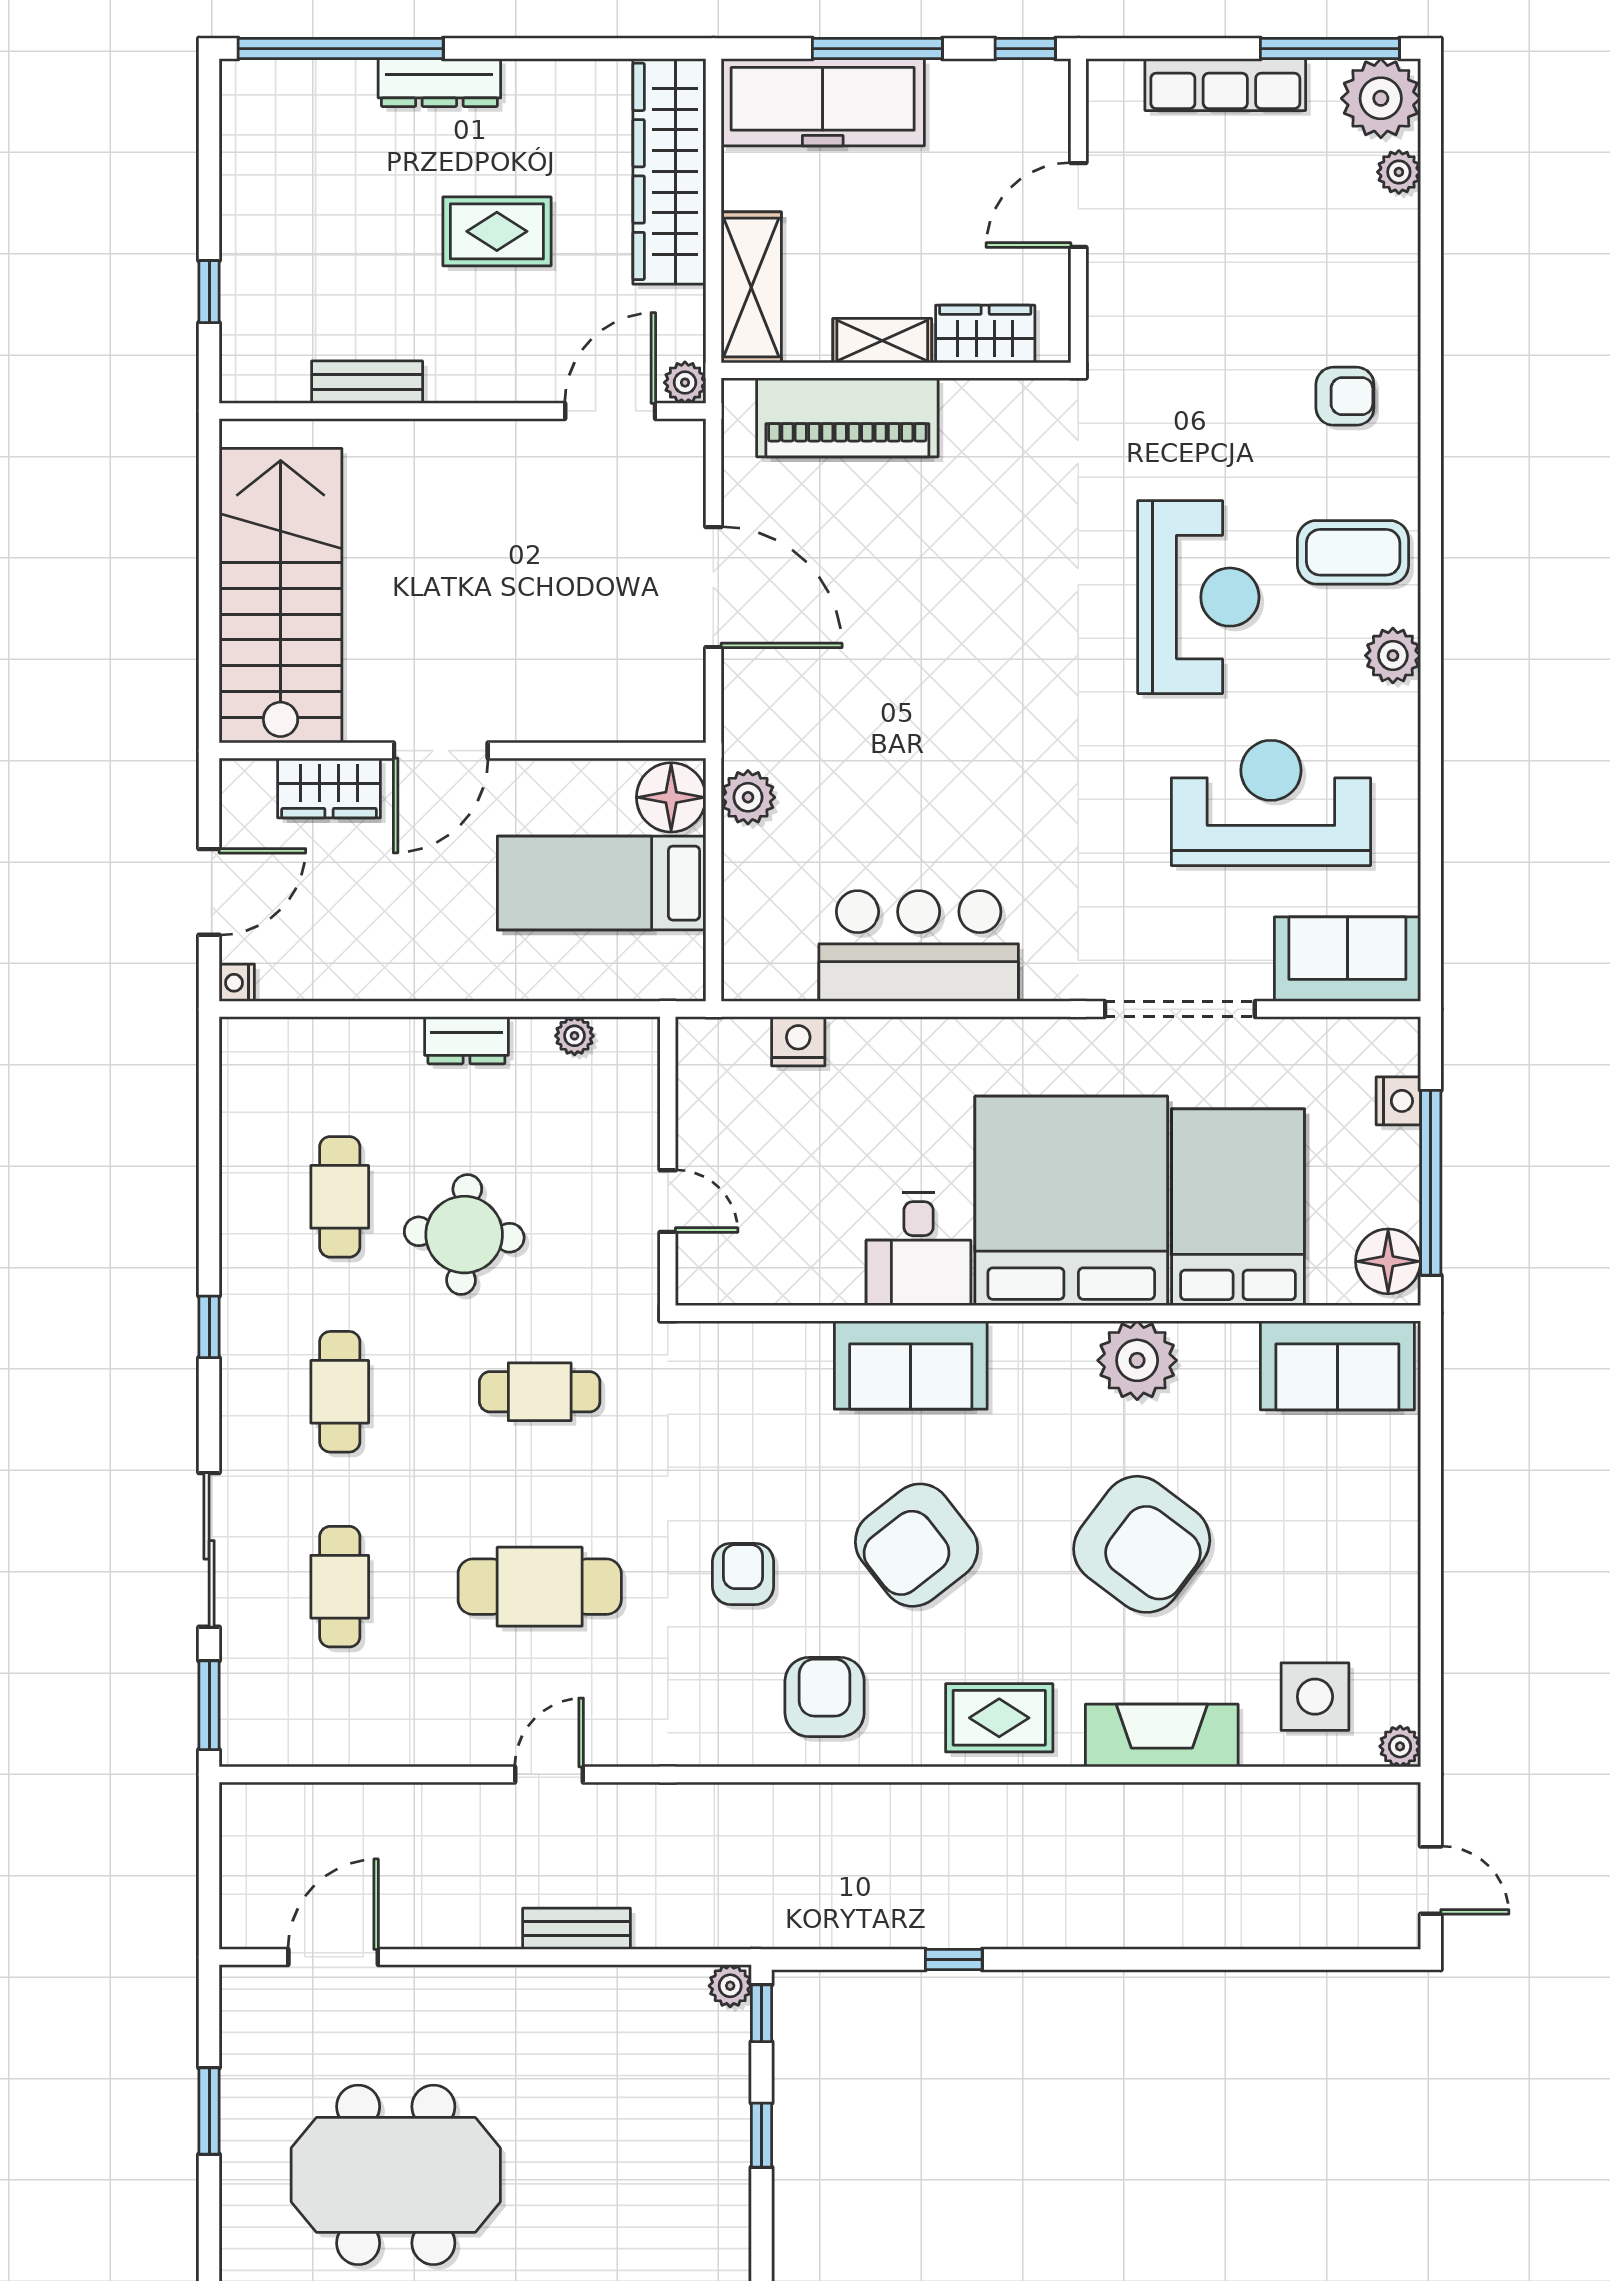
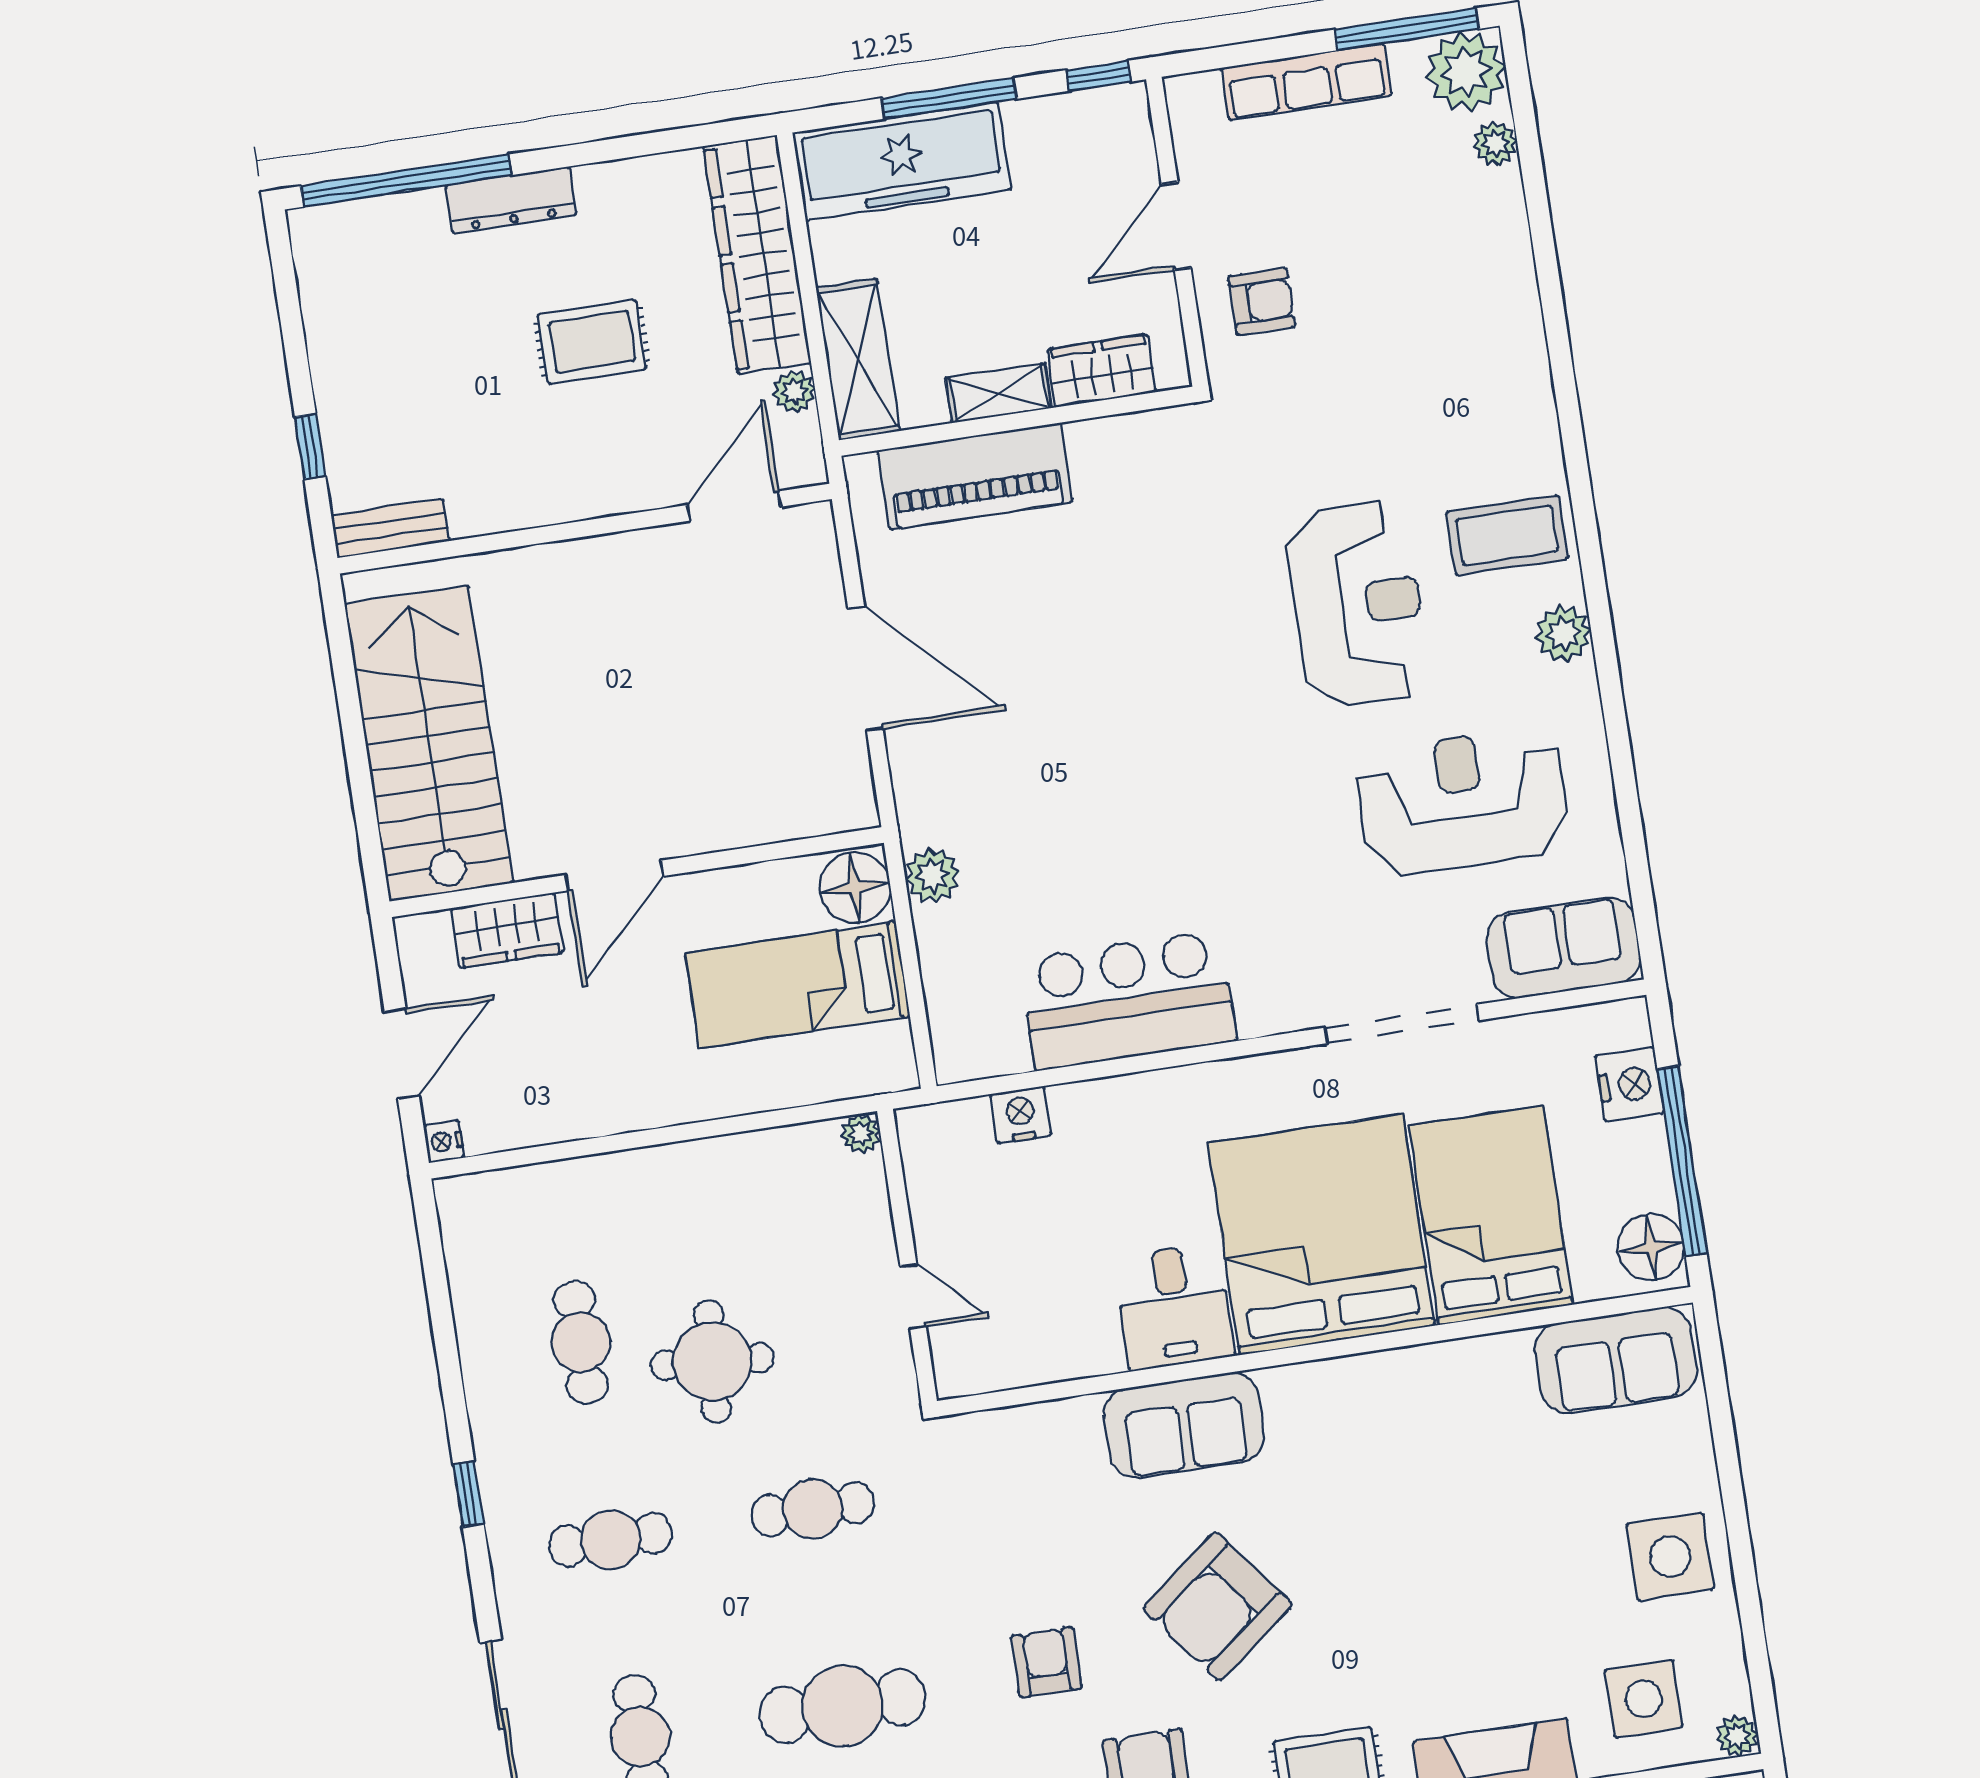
bench: (367, 382) -> (390, 528), moved
plant: (685, 383) -> (794, 391), moved
armchair: (1345, 396) -> (1262, 301), moved
plant: (574, 1036) -> (861, 1133), moved
dresser: (466, 1040) -> (685, 1165), removed
nightstand: (1398, 1101) -> (1630, 1084), width x1.36, depth x1.33
plant: (1137, 1360) -> (1412, 1386), removed
cafe table: (340, 1392) -> (611, 1540), turned 90
armchair: (1142, 1544) -> (1445, 1571), removed
side table: (1361, 1563) -> (1670, 1556), added

